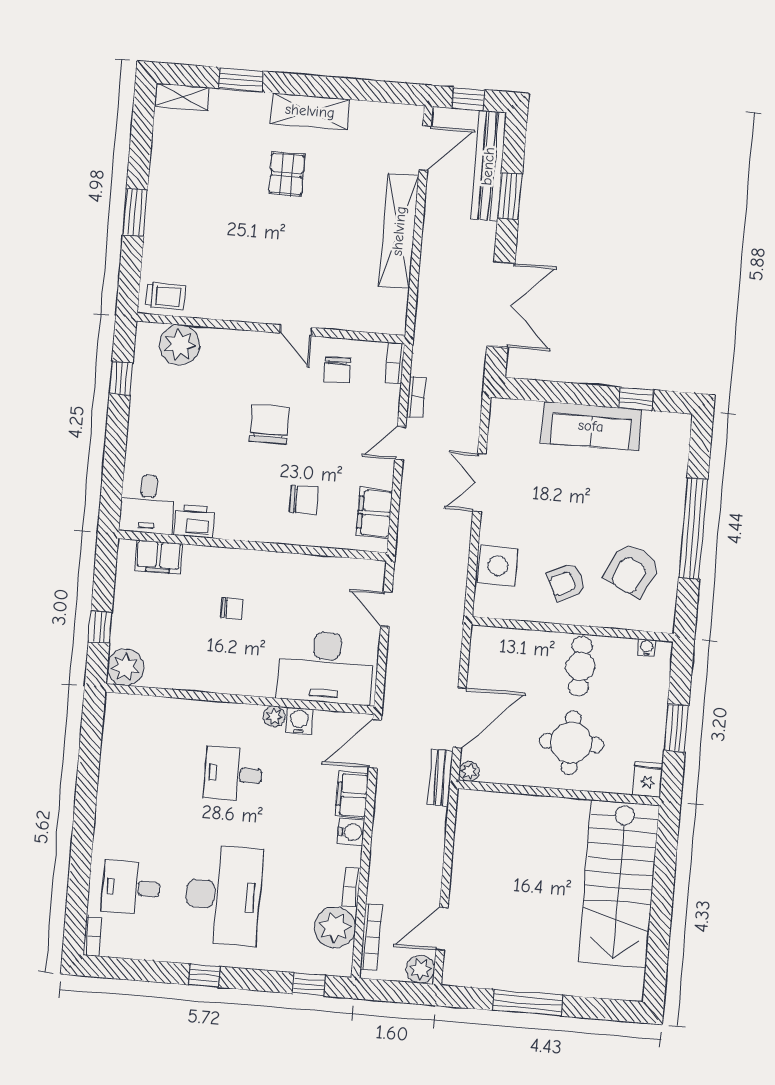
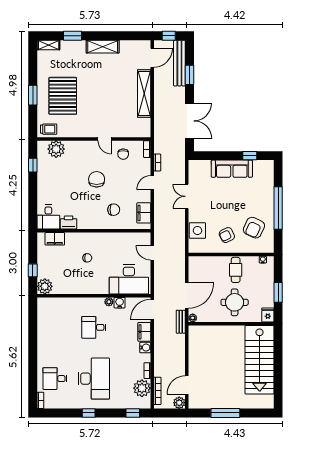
pallet: (287, 174) -> (63, 96), moved, width x2.05, depth x2.00

